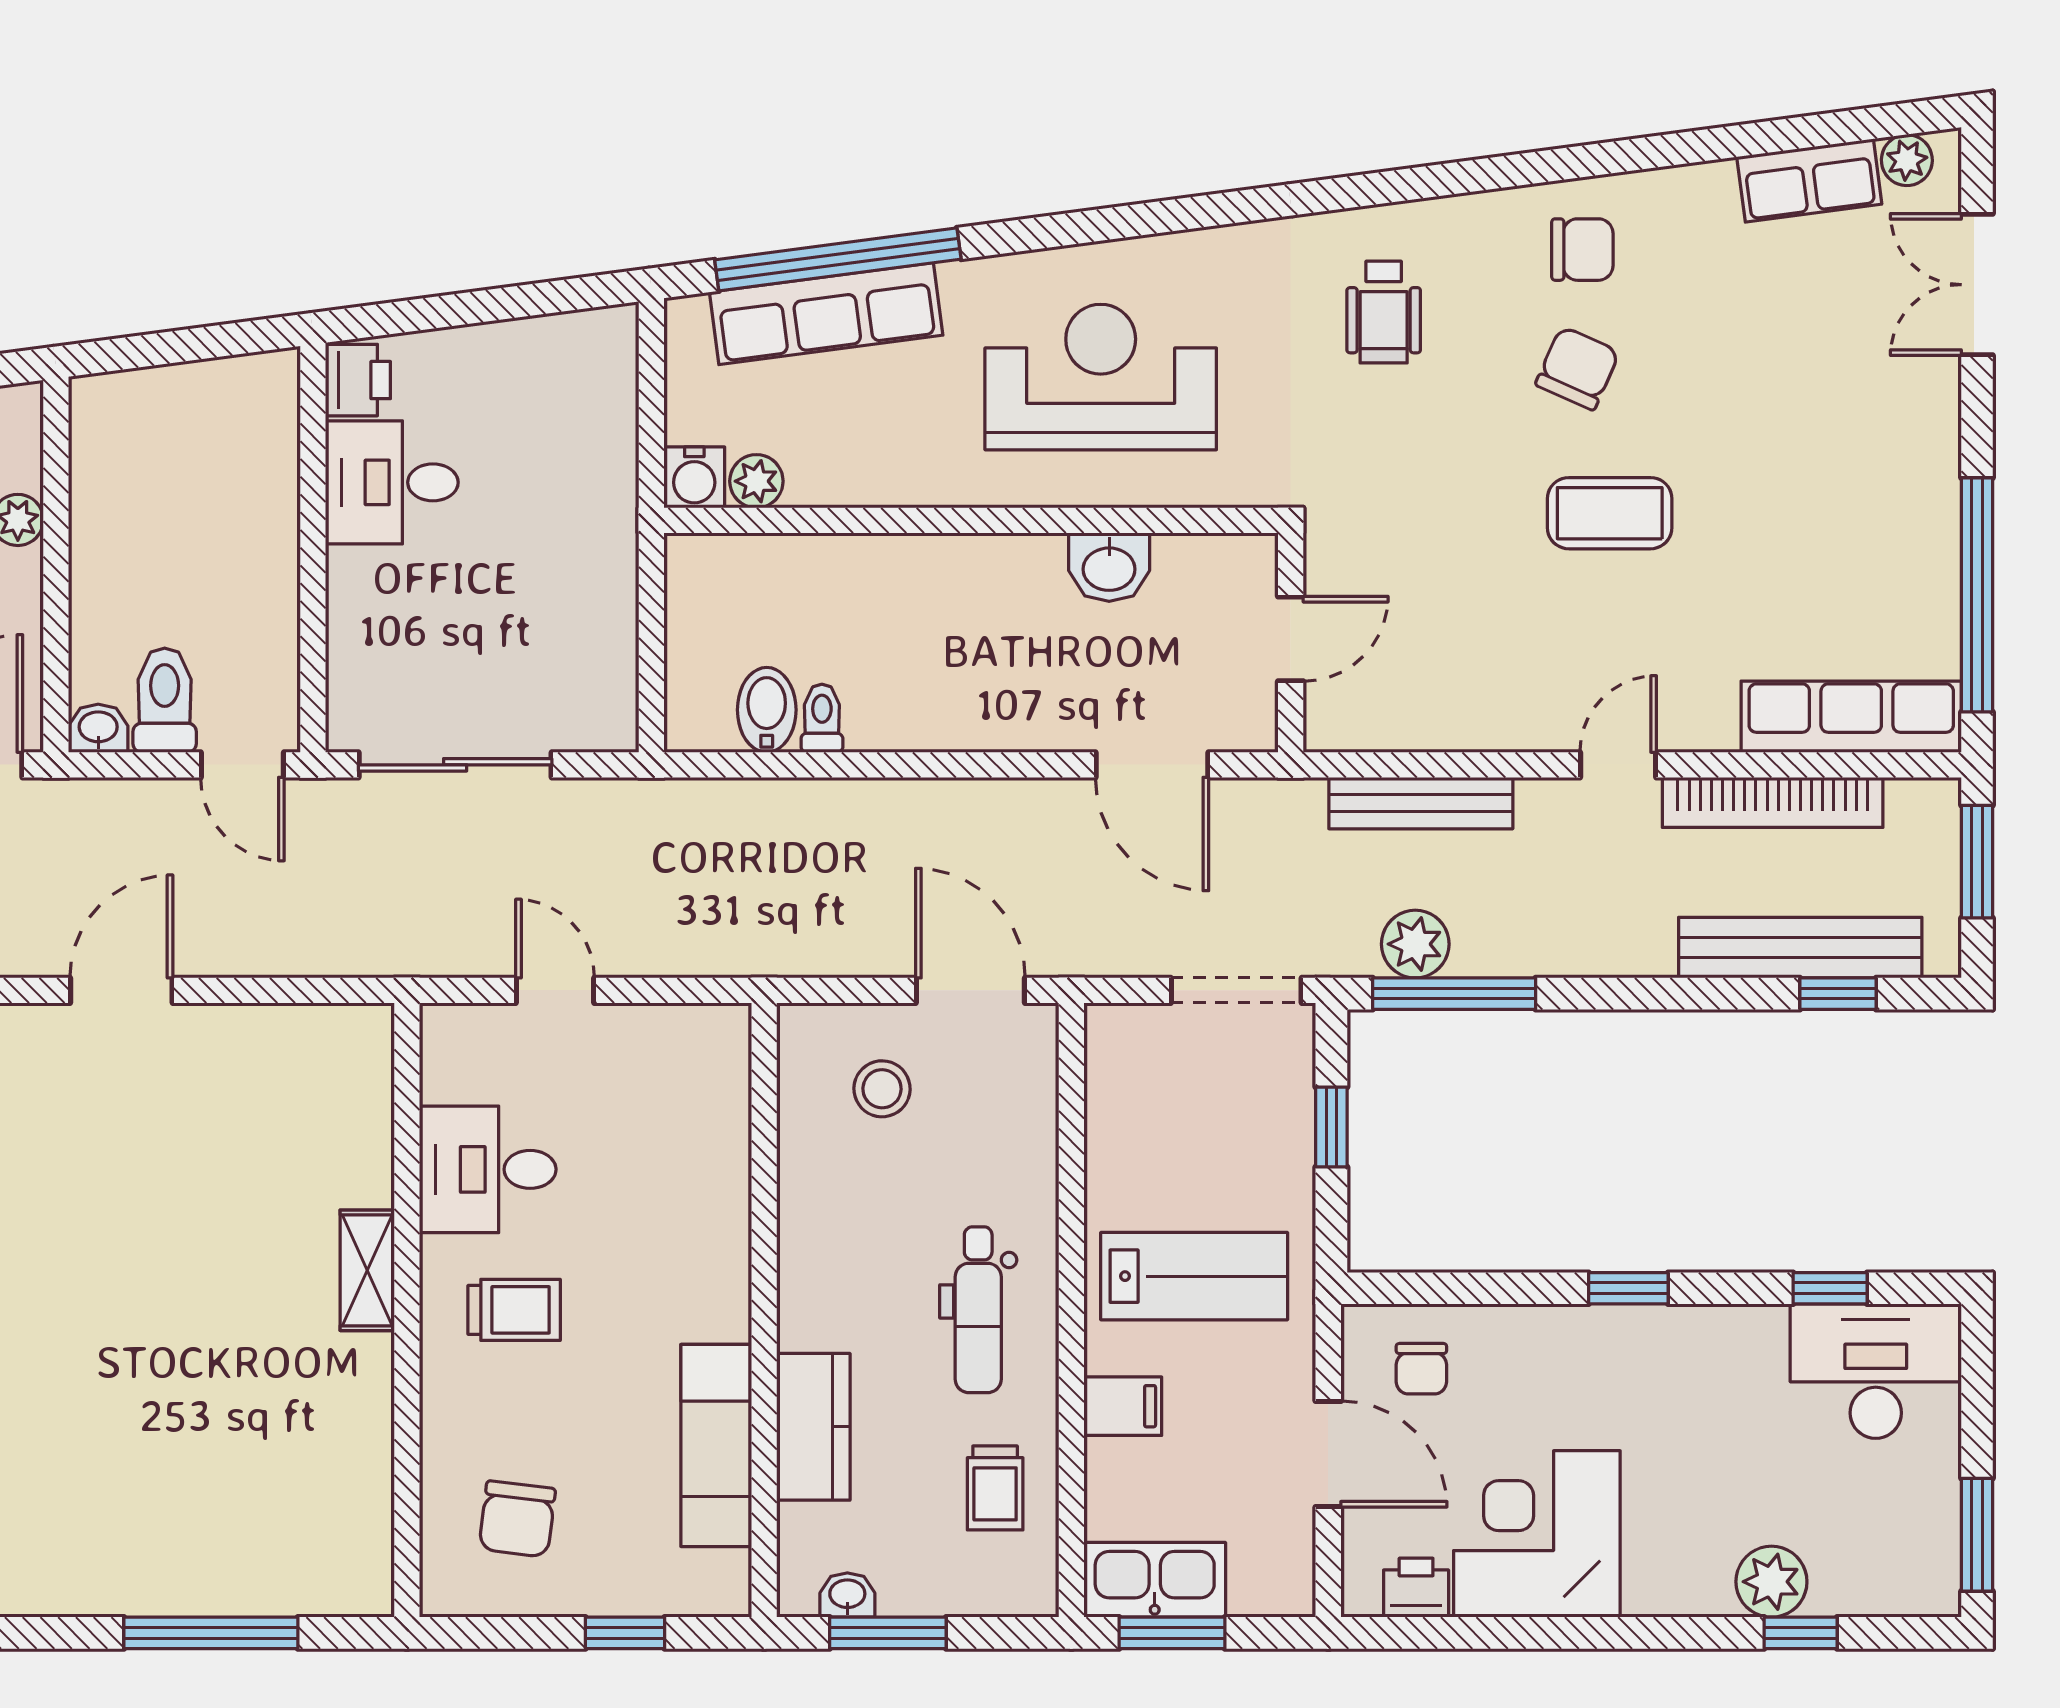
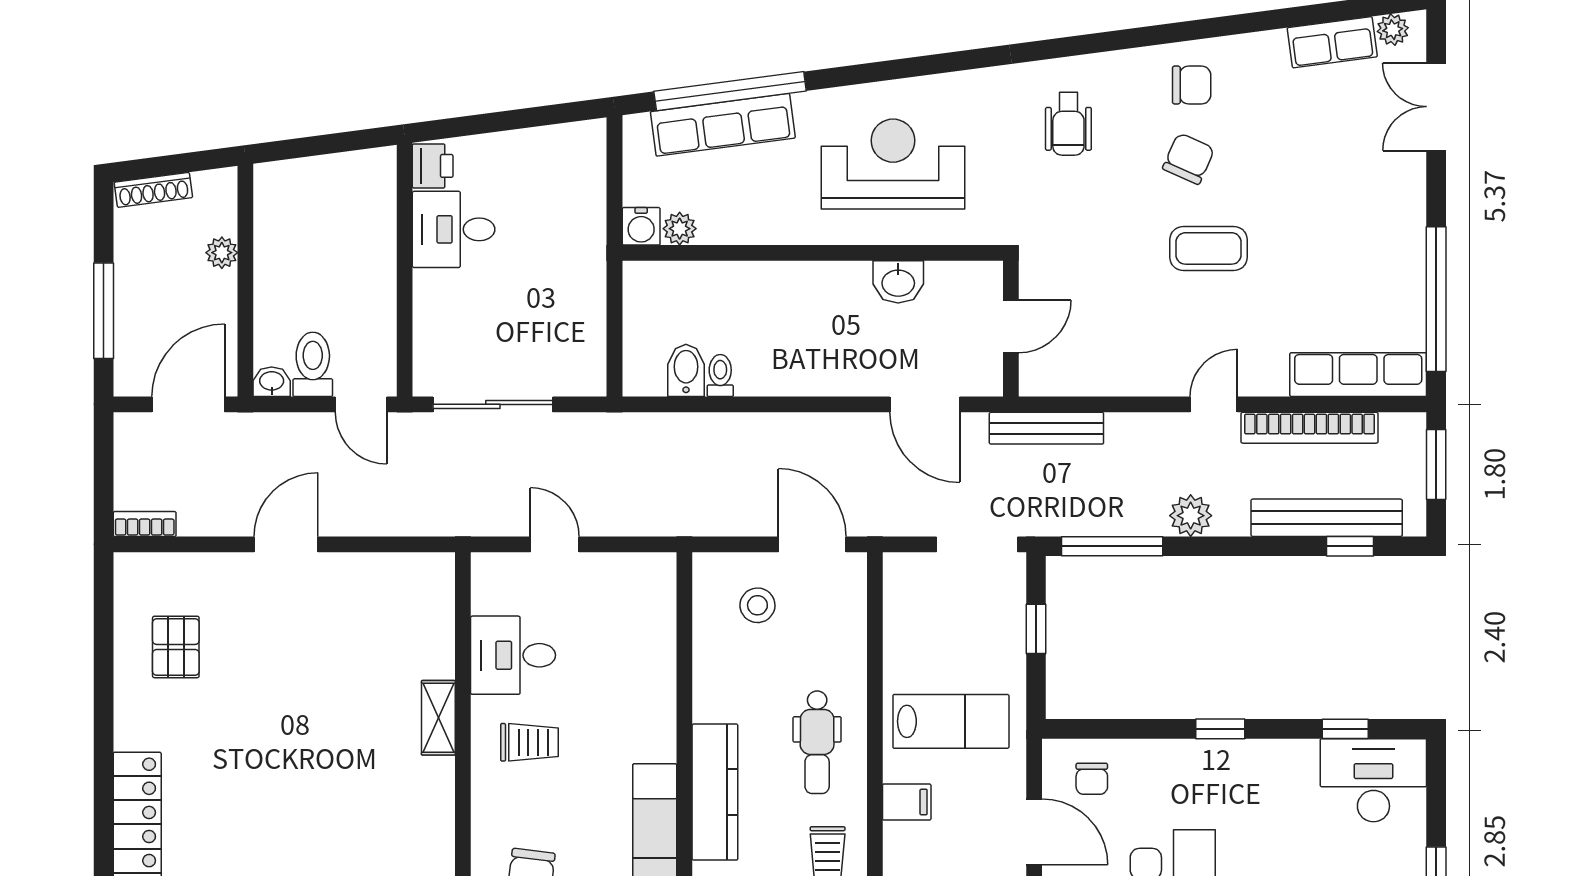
bench: (1421, 803) -> (1046, 428), moved
plant: (1415, 944) -> (1191, 516), moved
kitchen counter: (813, 1427) -> (715, 792), width x1.50

